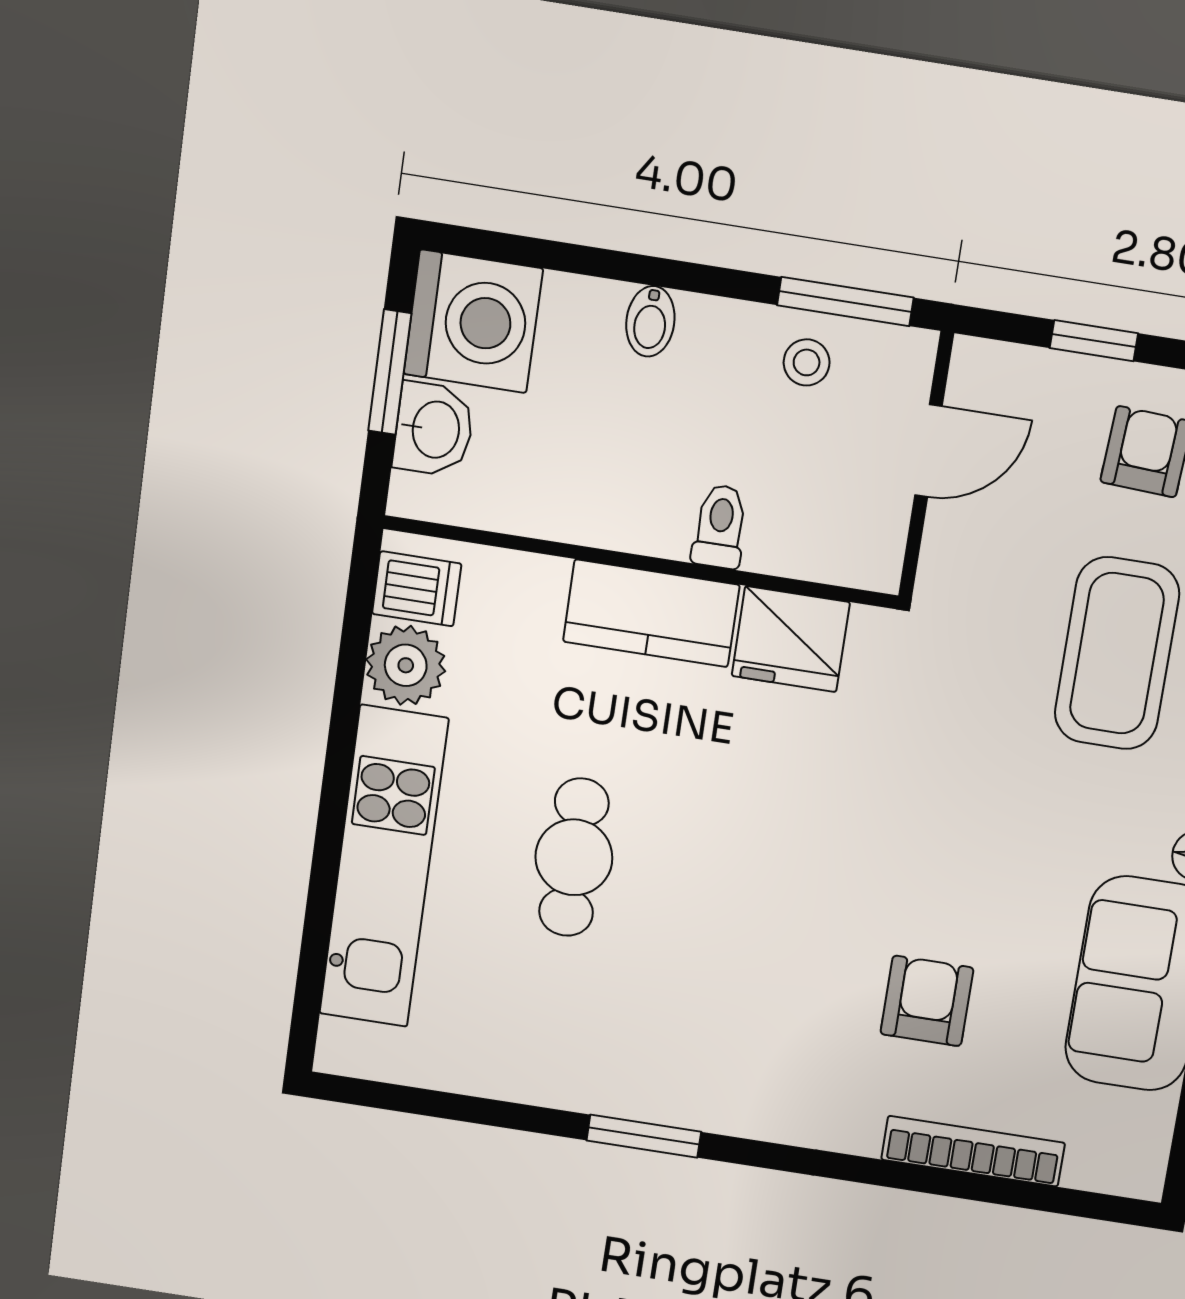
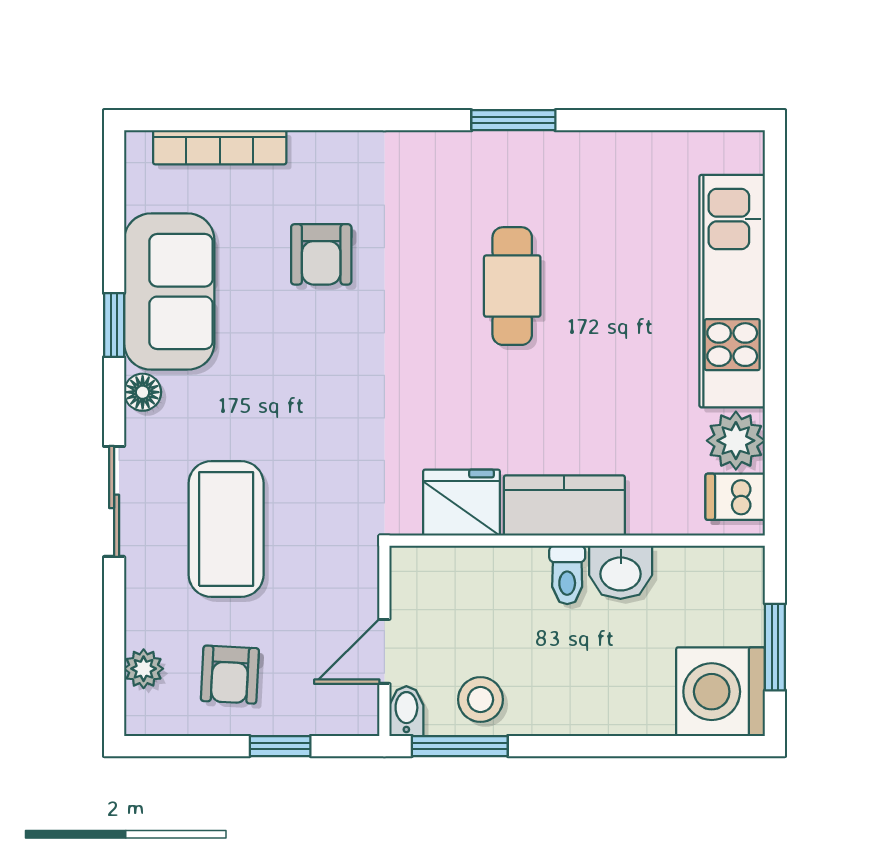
bidet: (650, 321) -> (406, 711), moved
stool: (807, 362) -> (480, 700), width x1.37, depth x1.37
washbasin: (434, 429) -> (621, 572), moved, turned -90
toilet: (720, 526) -> (567, 575), moved
cafe table: (574, 857) -> (512, 286), moved
bookcase: (973, 1151) -> (220, 147), moved

